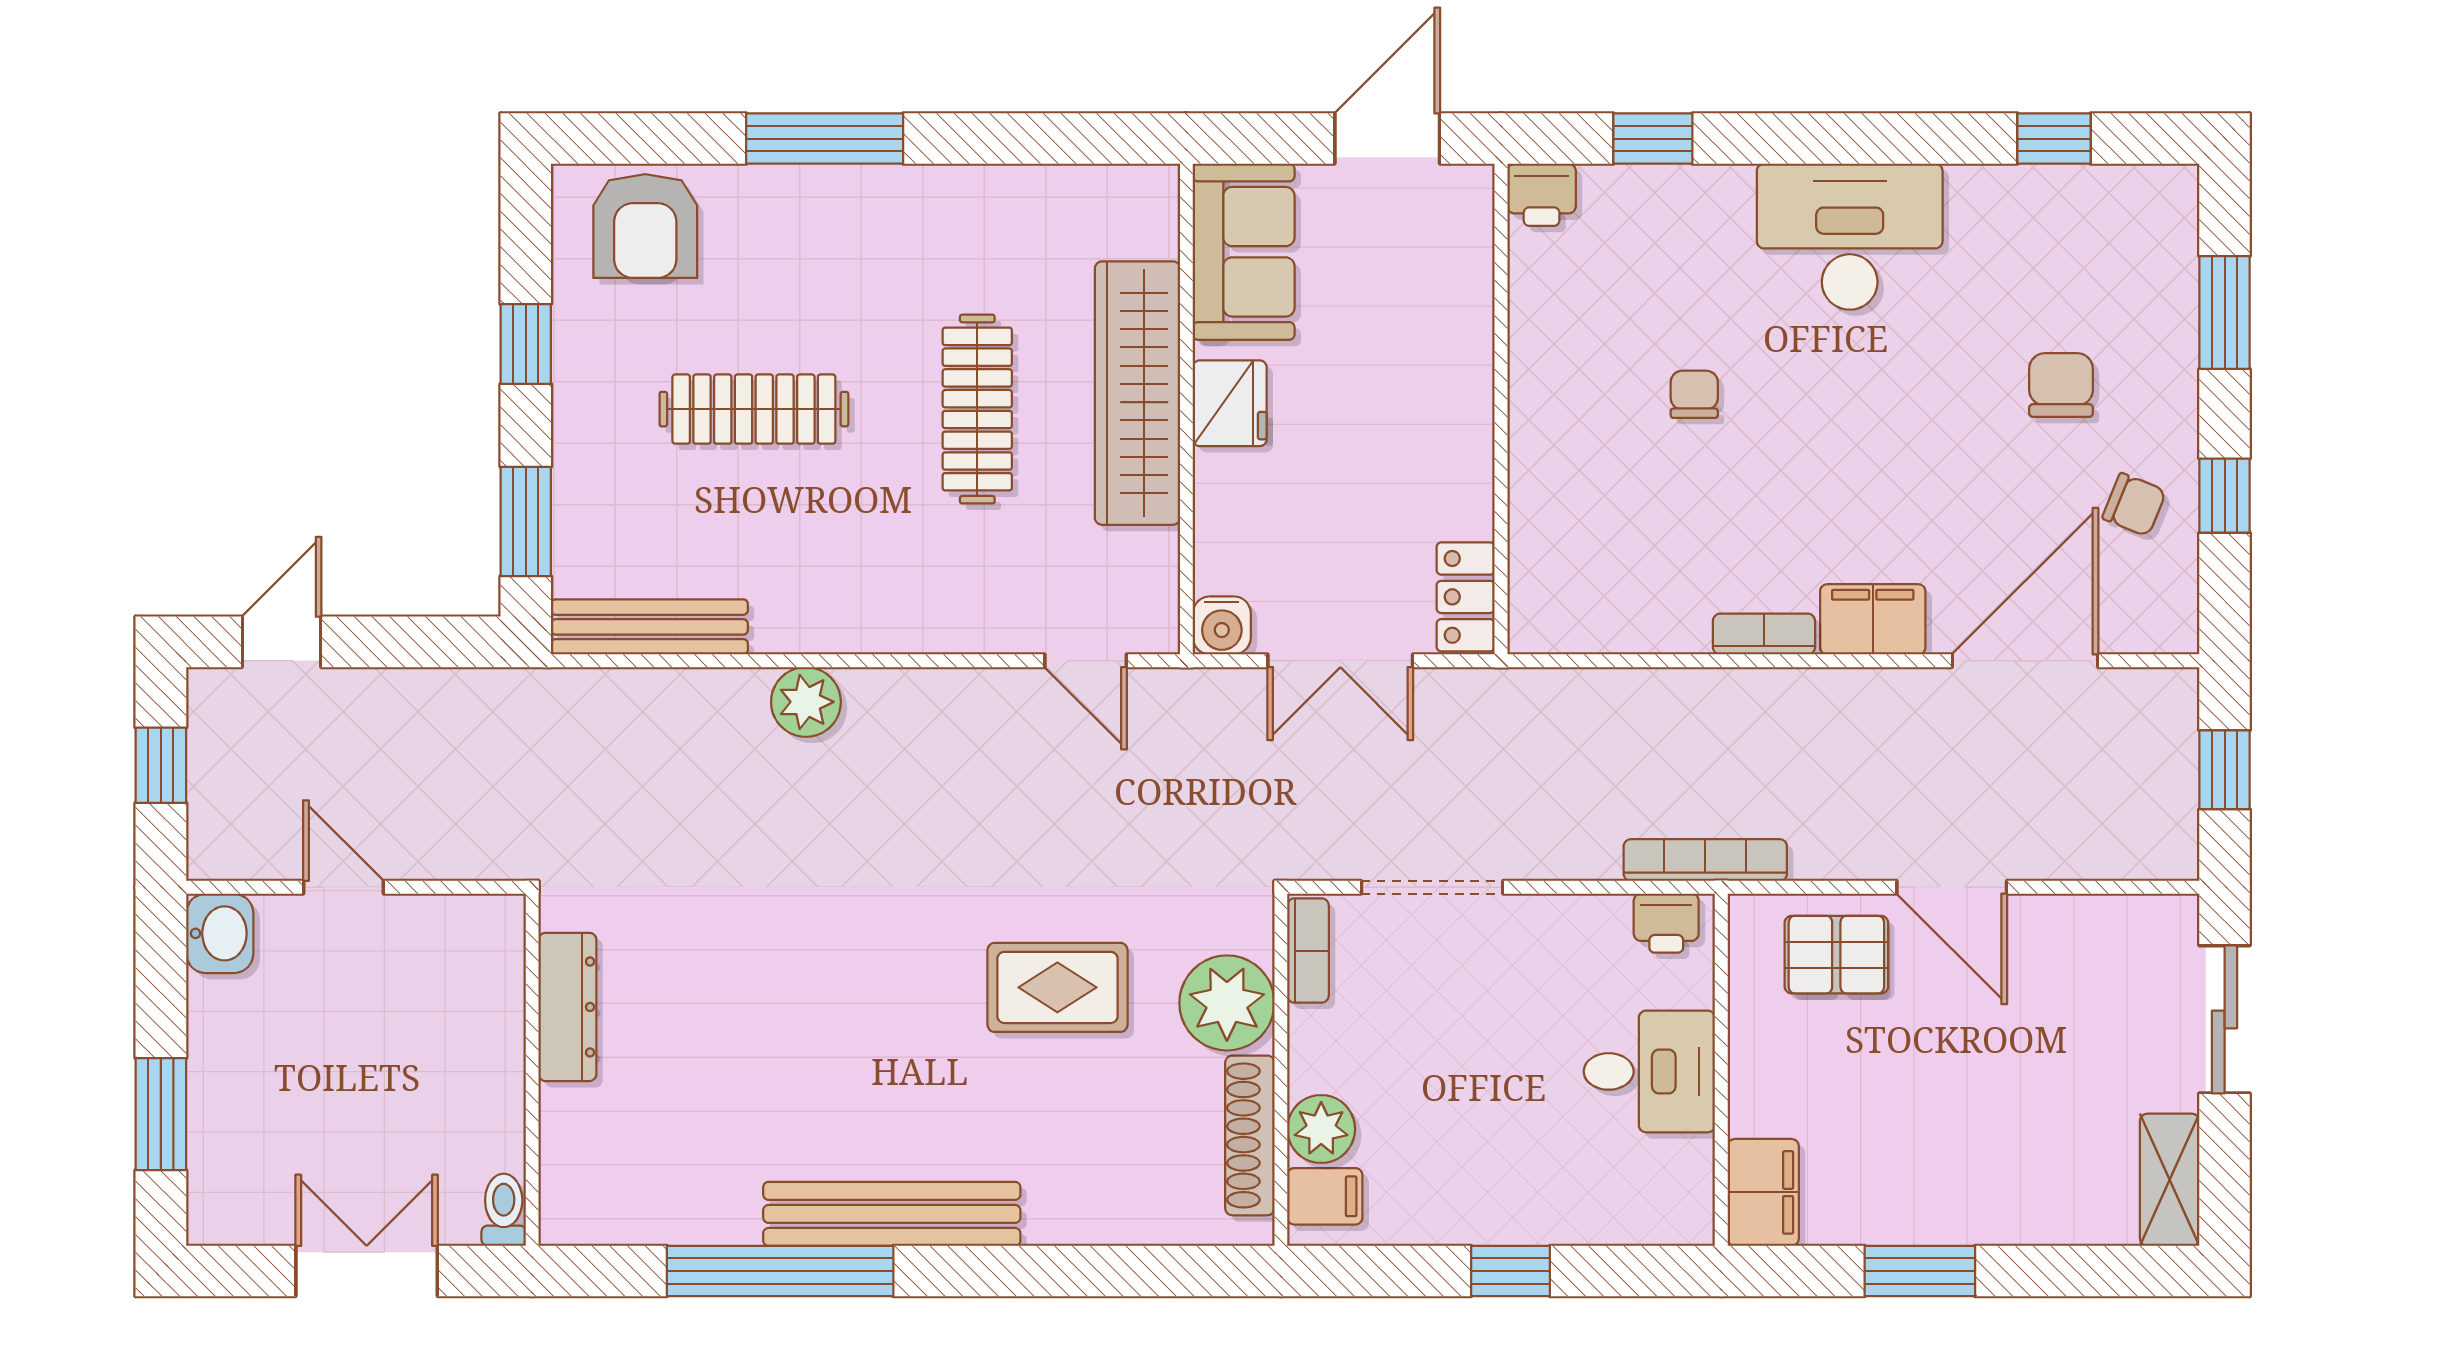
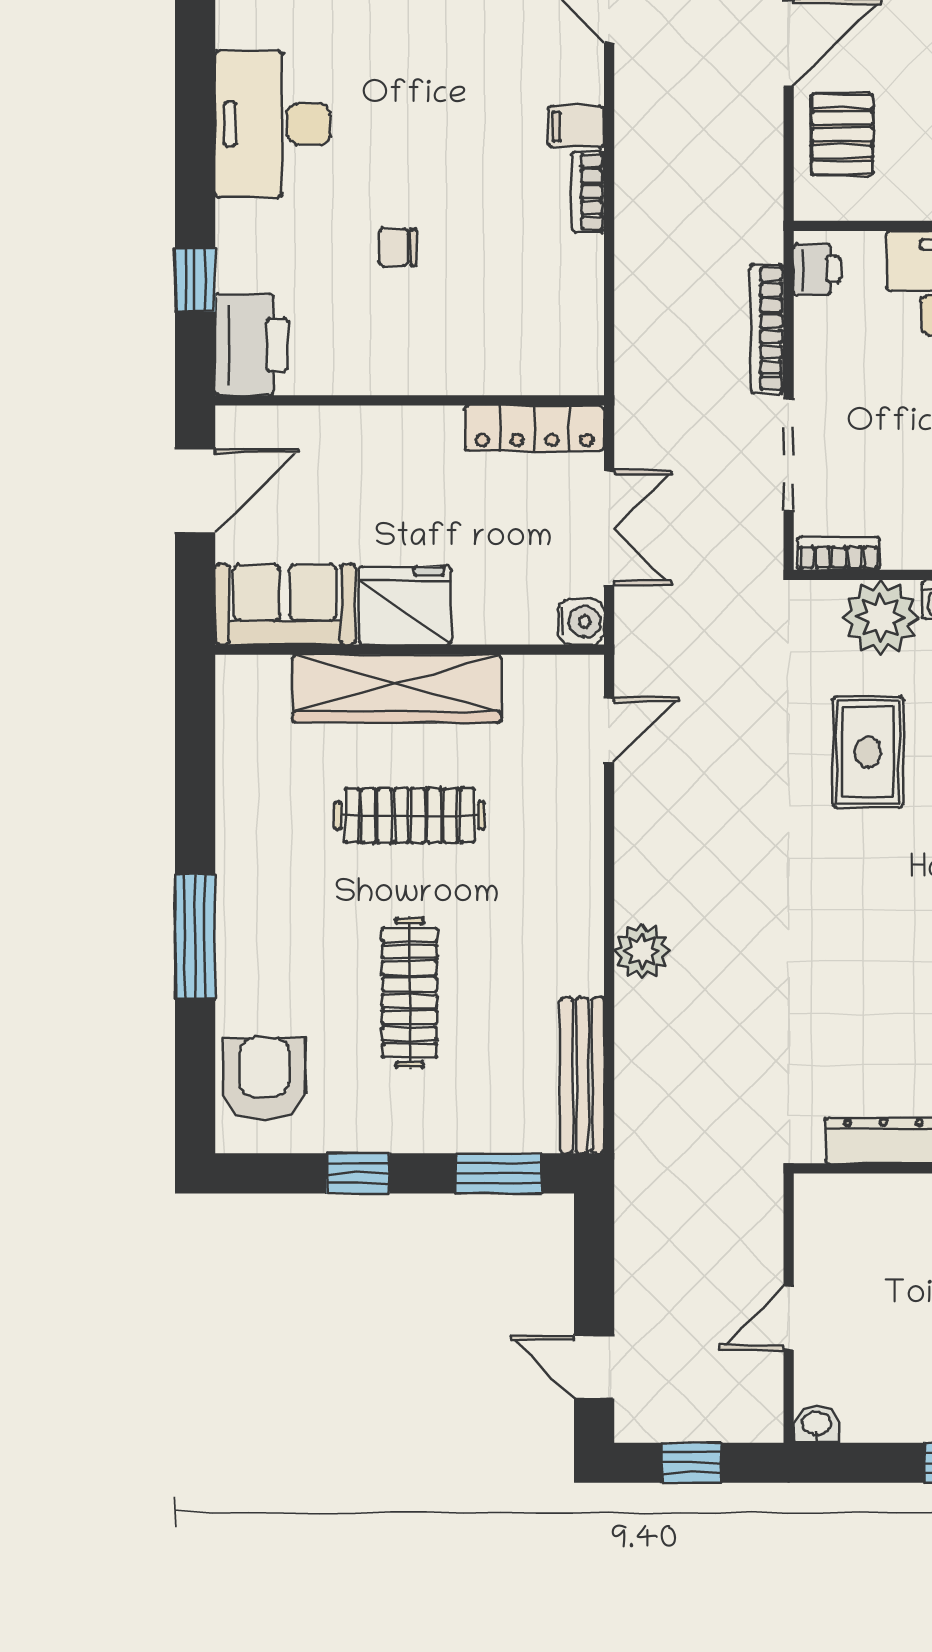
door: (1387, 139) -> (195, 491), swing flipped
printer: (1542, 195) -> (252, 345), width x1.87, depth x1.48
armchair: (645, 226) -> (264, 1079), turned -90
fridge: (1230, 403) -> (405, 606), width x1.36, depth x1.34
locker: (1466, 597) -> (534, 428), width x1.53
filing cabinet: (1873, 619) -> (576, 127), width x0.50
bookcase: (1705, 860) -> (767, 329), moved
washbasin: (220, 933) -> (816, 1424), width x0.72, depth x0.69

